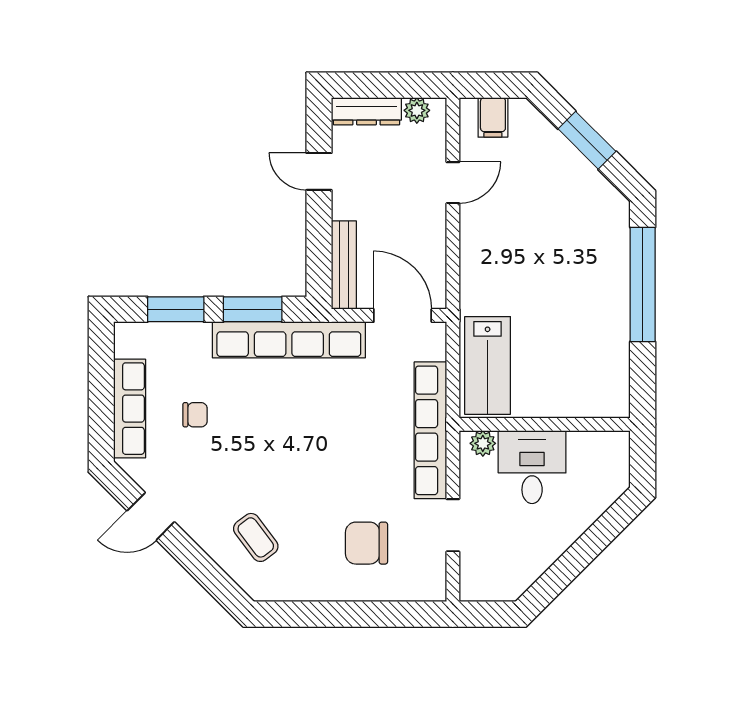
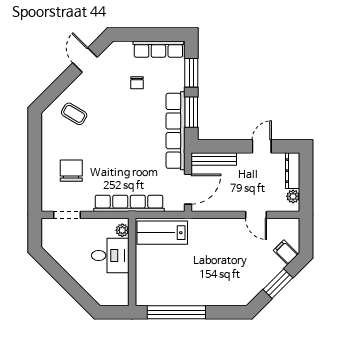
filing cabinet: (493, 117) -> (286, 252), moved, turned 45
window: (643, 284) -> (176, 312), moved
row of seats: (130, 409) -> (158, 49), moved
doorway: (453, 525) -> (67, 215), moved
coffee table: (256, 537) -> (74, 114), turned 68

